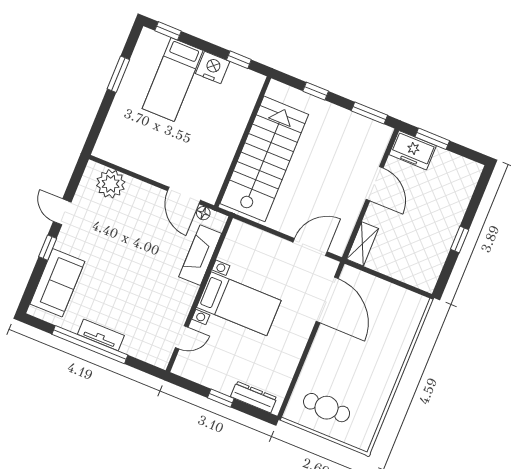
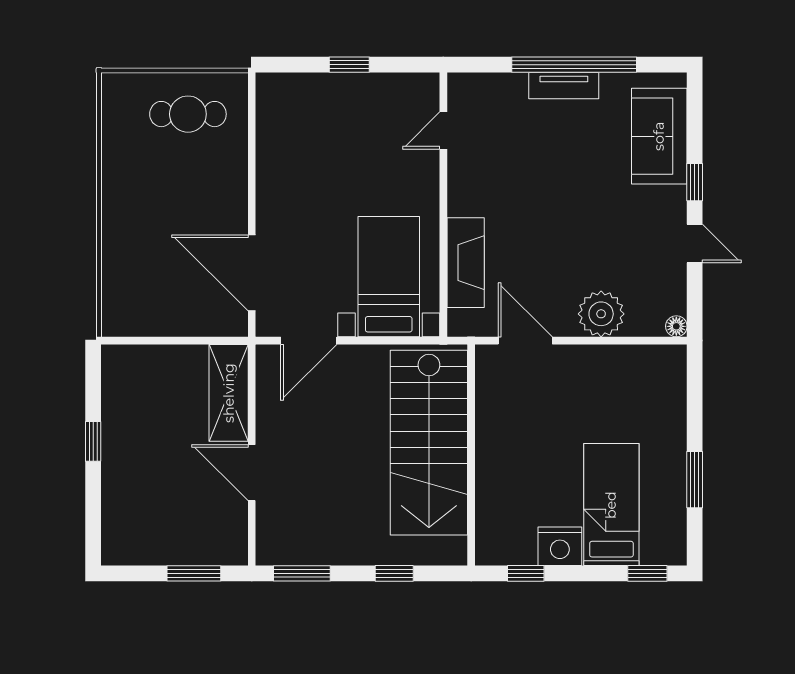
freezer: (413, 150) -> (216, 545), removed
plant: (111, 184) -> (601, 314), moved
floor lamp: (203, 213) -> (676, 326), moved
shelving: (362, 244) -> (229, 393), width x1.50, depth x1.33
bed with nightstands: (239, 304) -> (389, 277), moved, turned 90
dresser: (254, 397) -> (301, 86), removed

